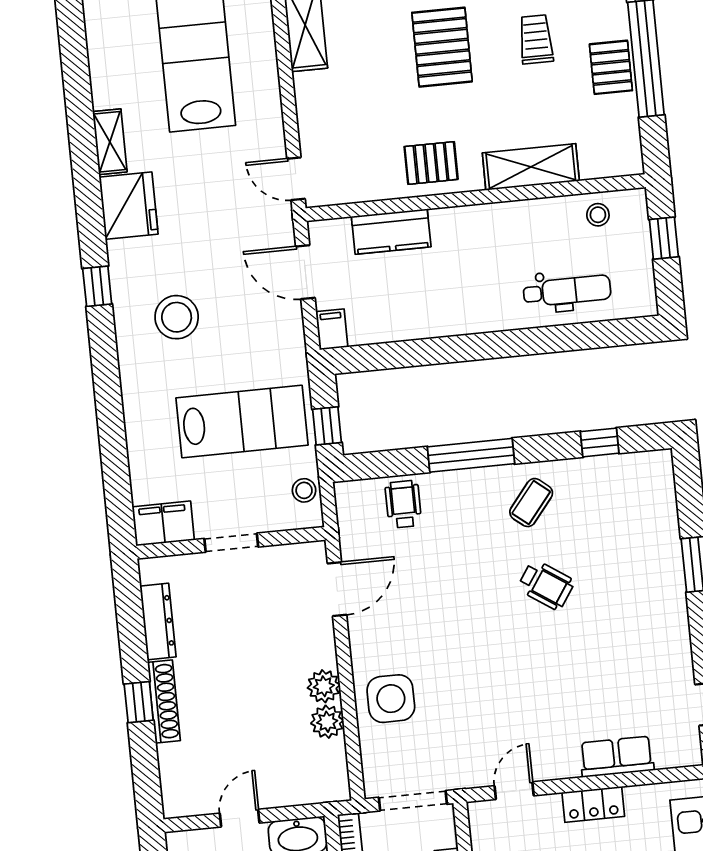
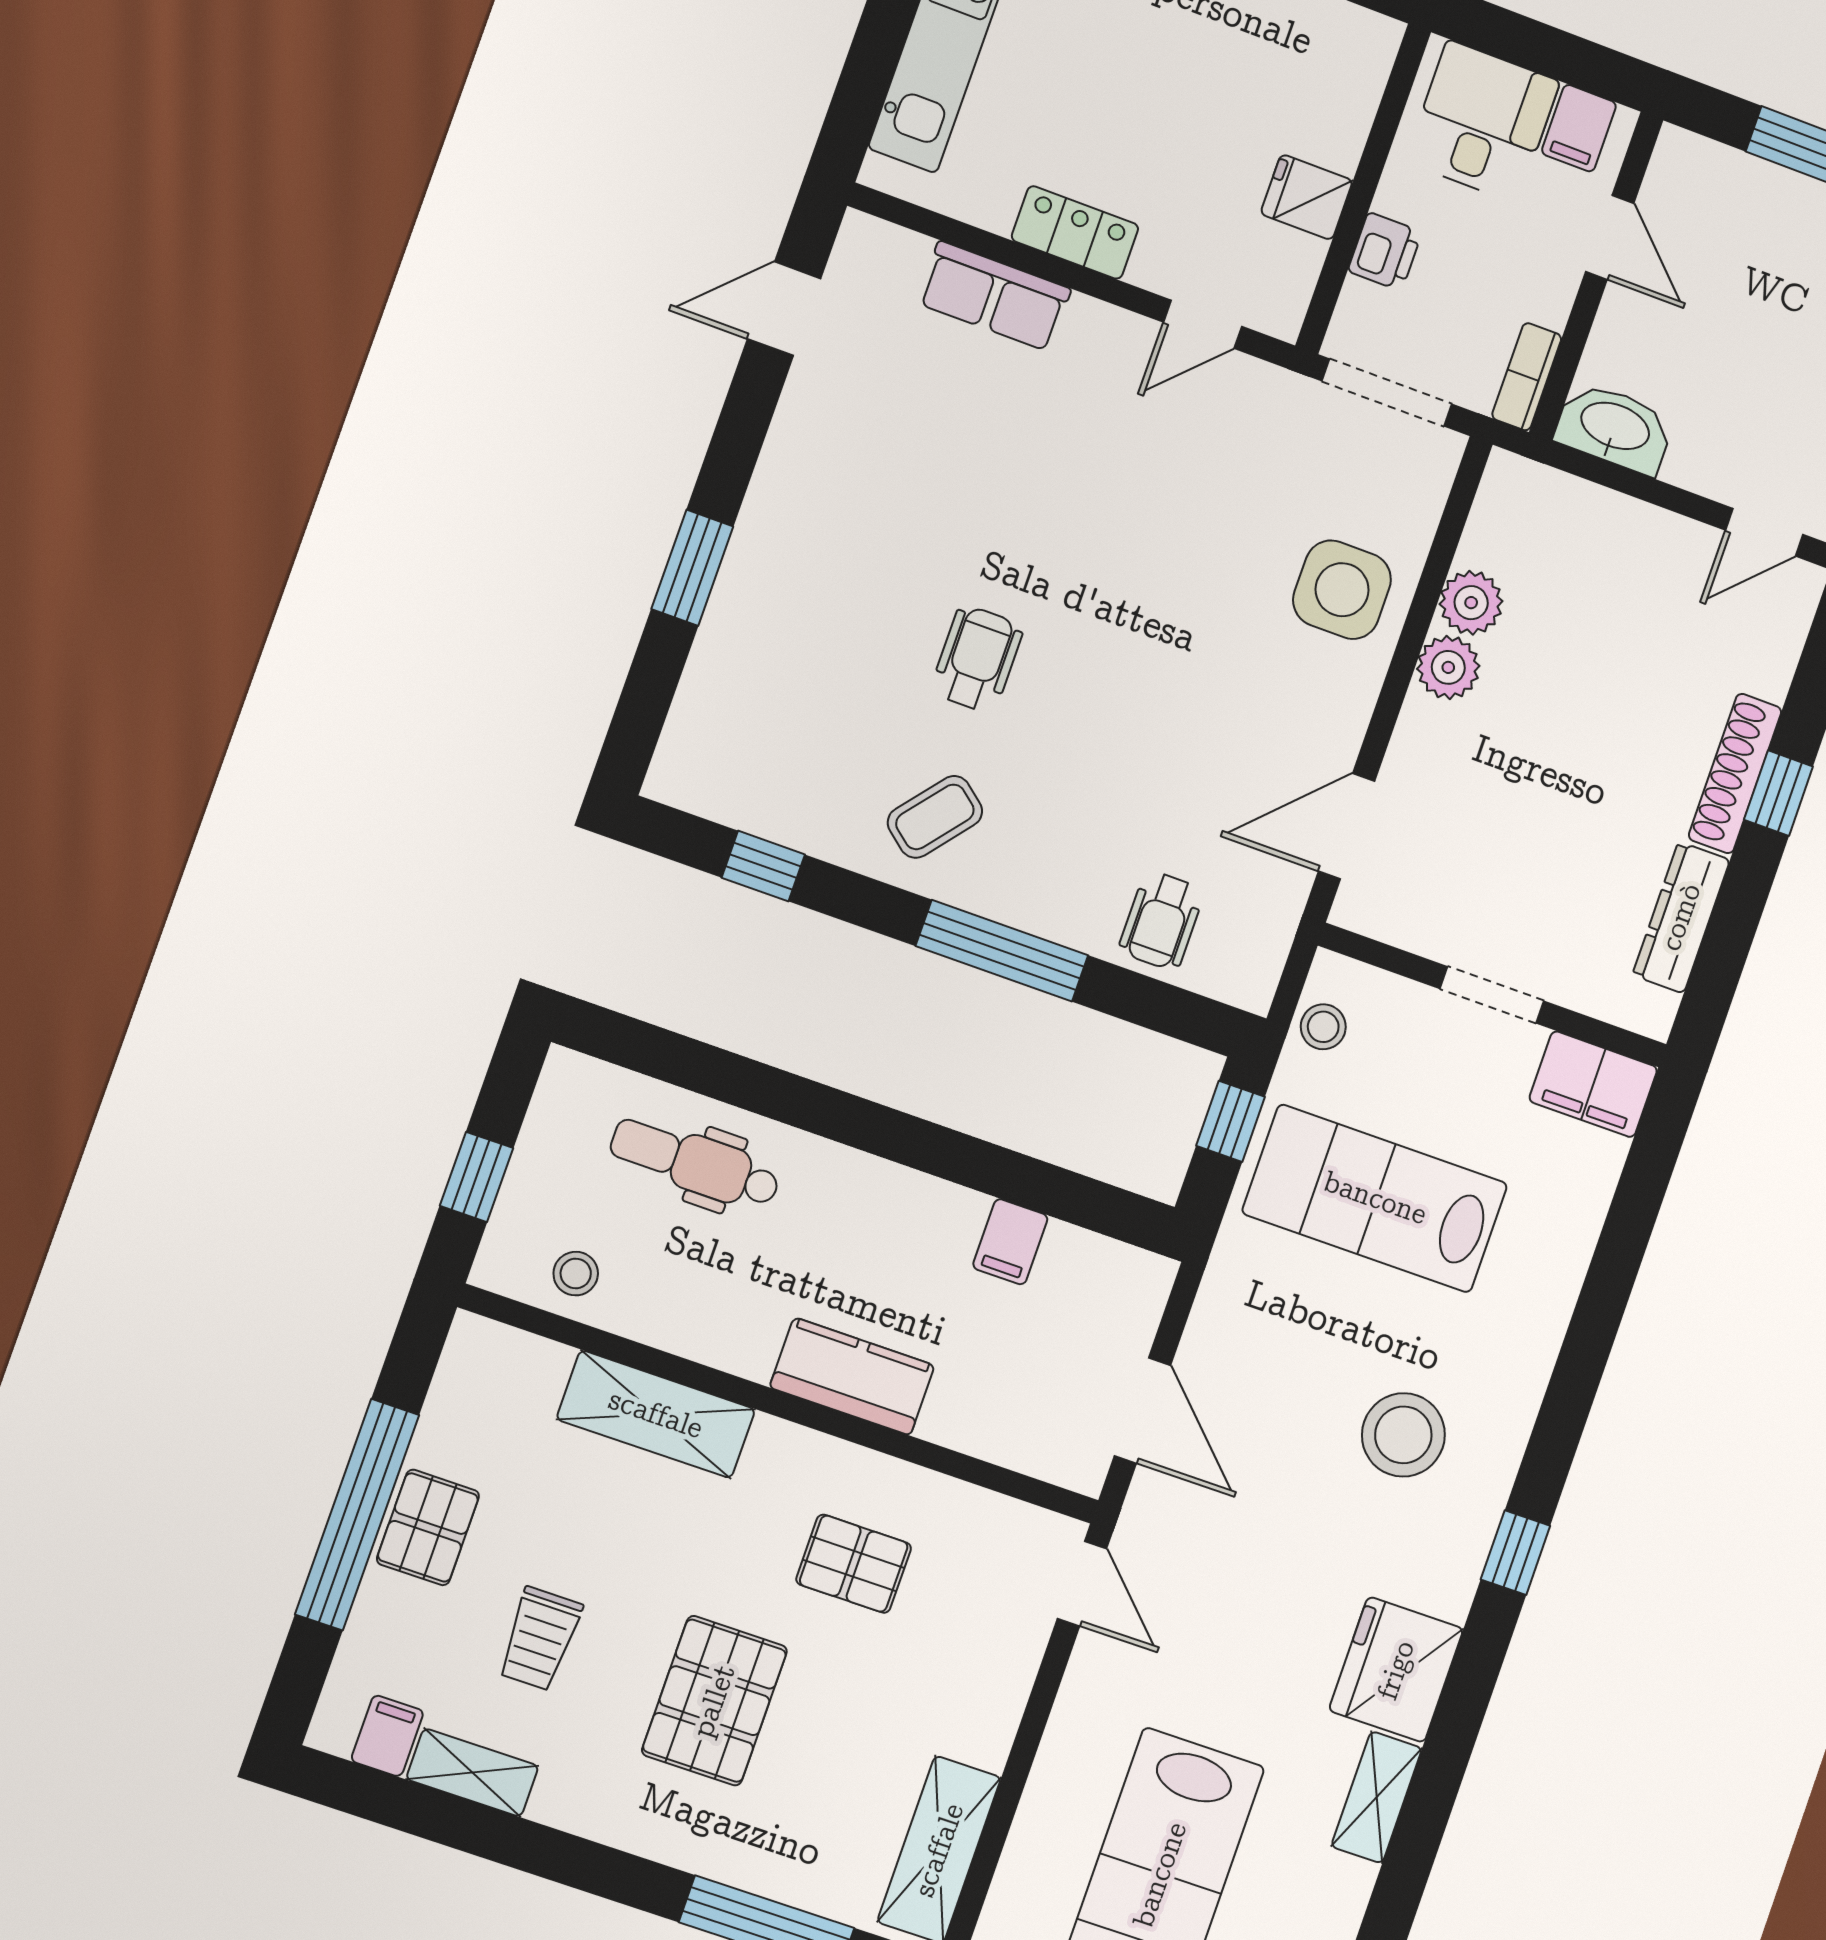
pallet: (431, 163) -> (854, 1564), moved
kitchen counter: (391, 232) -> (852, 1376), moved
filing cabinet: (332, 329) -> (1010, 1242), moved
wheelchair: (546, 585) -> (977, 659), turned 56
door: (240, 818) -> (1764, 532), moved

